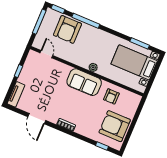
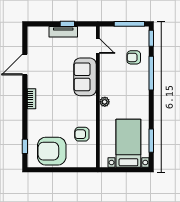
armchair: (67, 29) -> (134, 57), width x0.53, depth x0.53
door: (46, 54) -> (98, 46), hinge flipped
sofa: (84, 82) -> (85, 77), moved
tv unit: (16, 94) -> (63, 32), moved
armchair: (115, 126) -> (52, 151), turned -90

